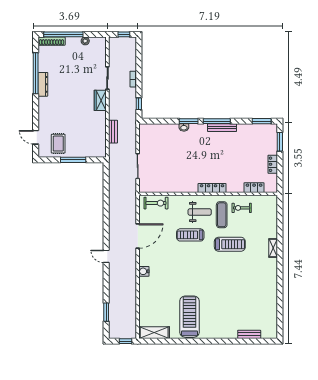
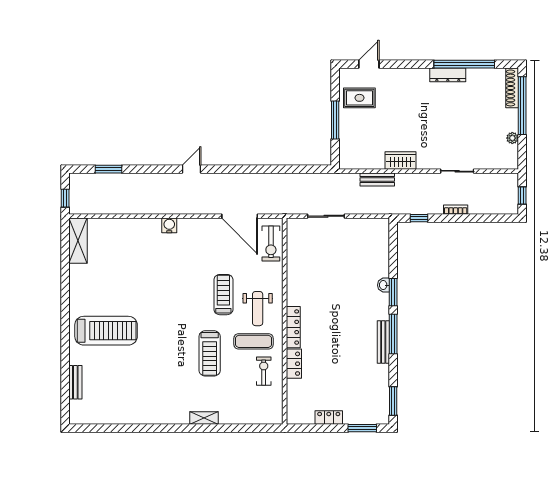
wardrobe: (100, 100) -> (400, 160), moved
locker: (254, 188) -> (294, 364), moved
door: (138, 236) -> (240, 216), moved
treadmill: (189, 317) -> (106, 331), moved

